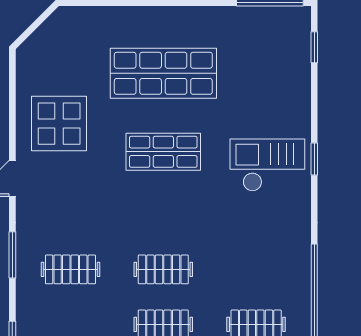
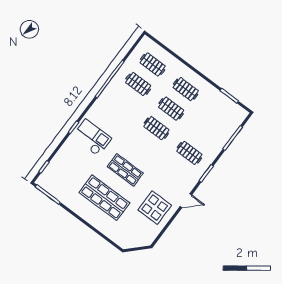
checkout: (267, 165) -> (92, 138), turned 180

